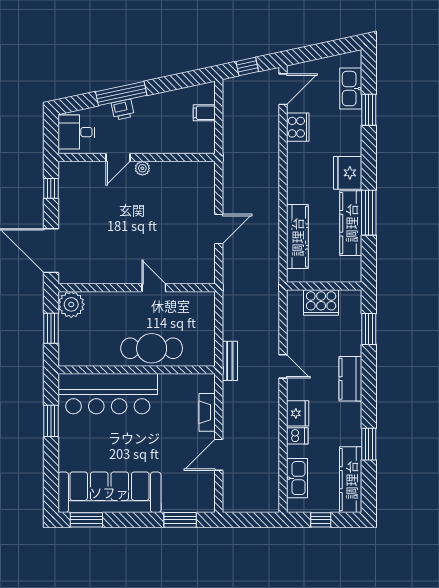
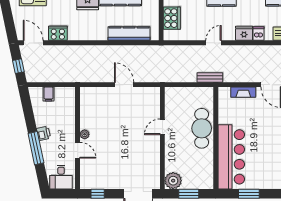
printer: (123, 110) -> (44, 133), moved

